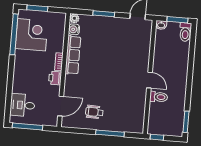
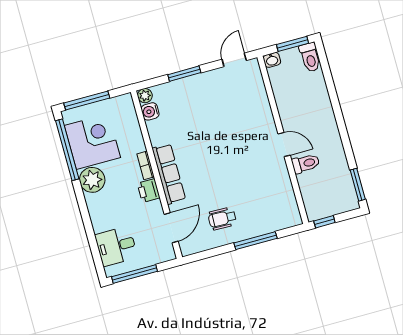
window: (37, 8) -> (87, 100), width x1.44
row of seats: (73, 55) -> (169, 174), moved
plant: (23, 59) -> (92, 180), added

